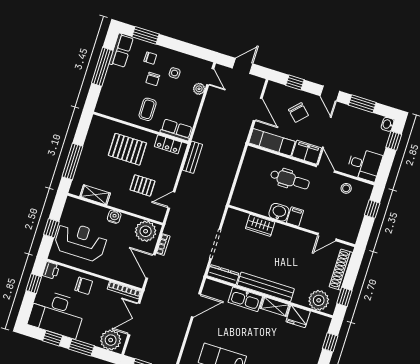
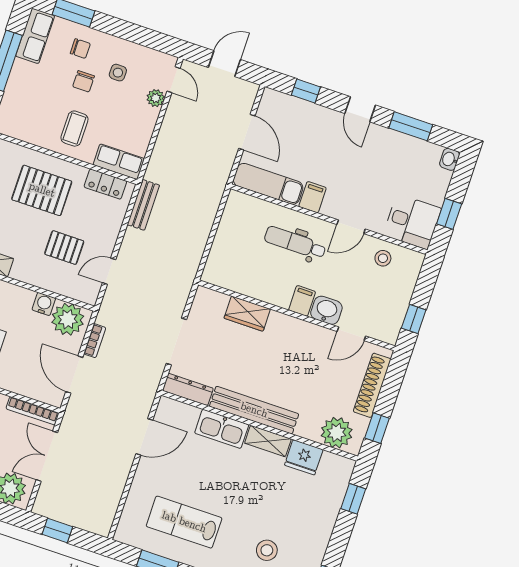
chair: (298, 112) -> (311, 138), removed
window: (394, 141) -> (449, 214), moved
filing cabinet: (307, 152) -> (313, 197), width x0.50
door: (325, 169) -> (351, 227), swing flipped
dental chair: (290, 179) -> (295, 243), turned 180
window: (372, 209) -> (414, 319), moved
washbasin: (279, 212) -> (326, 310), moved
water cooler: (114, 217) -> (44, 304), moved

